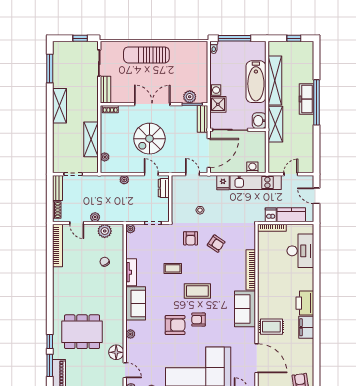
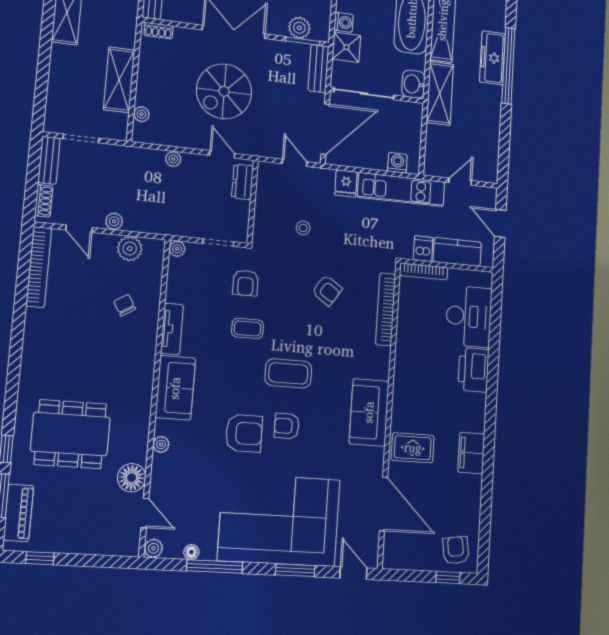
armchair: (191, 238) -> (246, 283), moved
bookcase: (251, 270) -> (386, 309), moved
printer: (305, 303) -> (474, 370), moved

